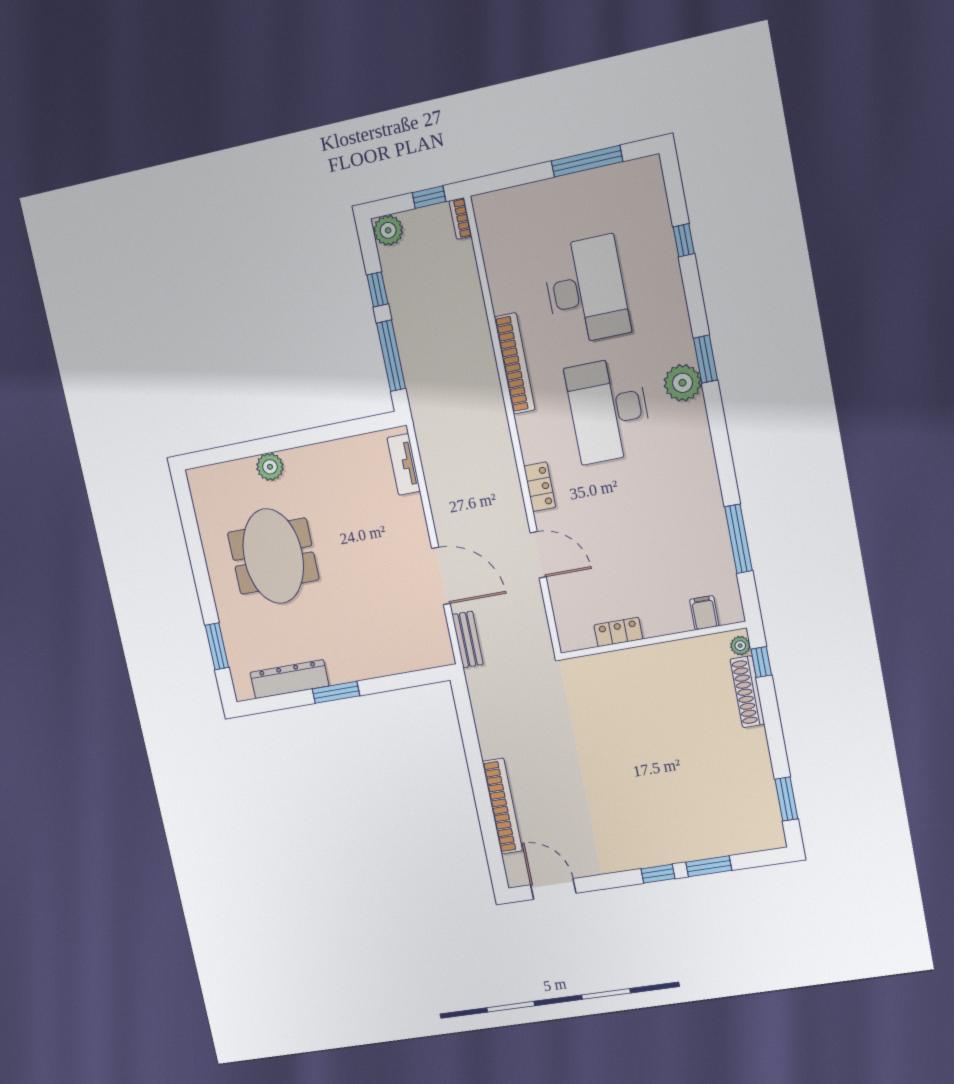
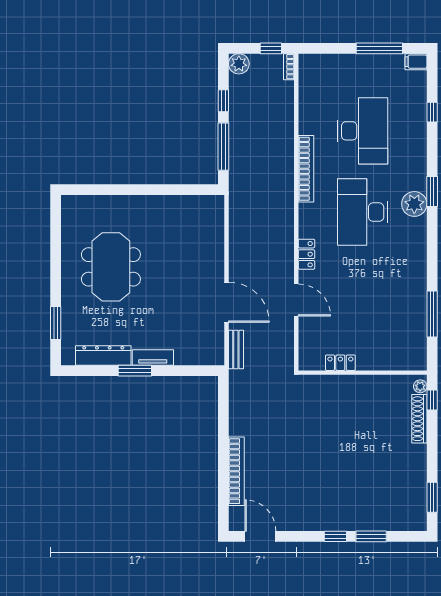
tv unit: (404, 464) -> (153, 357), moved, turned 90
plant: (270, 467) -> (122, 205), removed
filing cabinet: (704, 613) -> (416, 62), moved, turned -90

